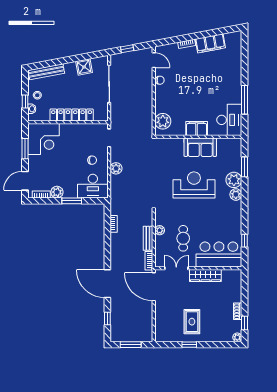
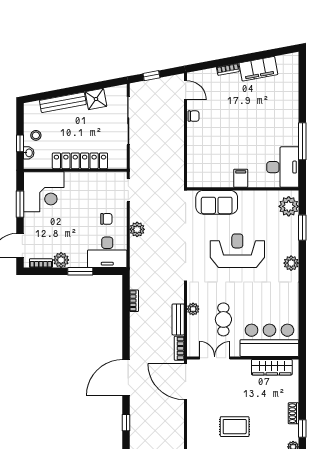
bench: (46, 72) -> (63, 102), moved
plant: (163, 121) -> (197, 169), removed
filing cabinet: (197, 129) -> (241, 178), width x0.50
sofa: (200, 147) -> (217, 202), moved
plant: (234, 180) -> (289, 206), moved
window: (244, 241) -> (302, 322), removed
wardrobe: (205, 275) -> (272, 367), moved
door: (107, 284) -> (126, 378), hinge flipped
rug: (192, 322) -> (235, 427), turned 90

